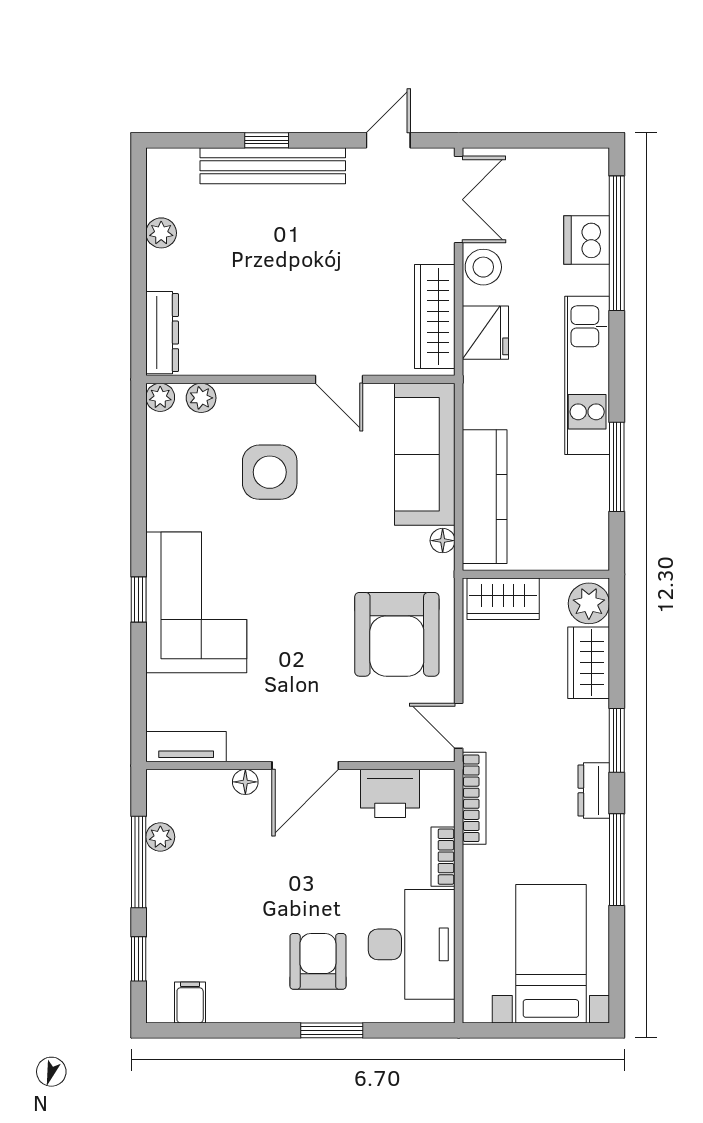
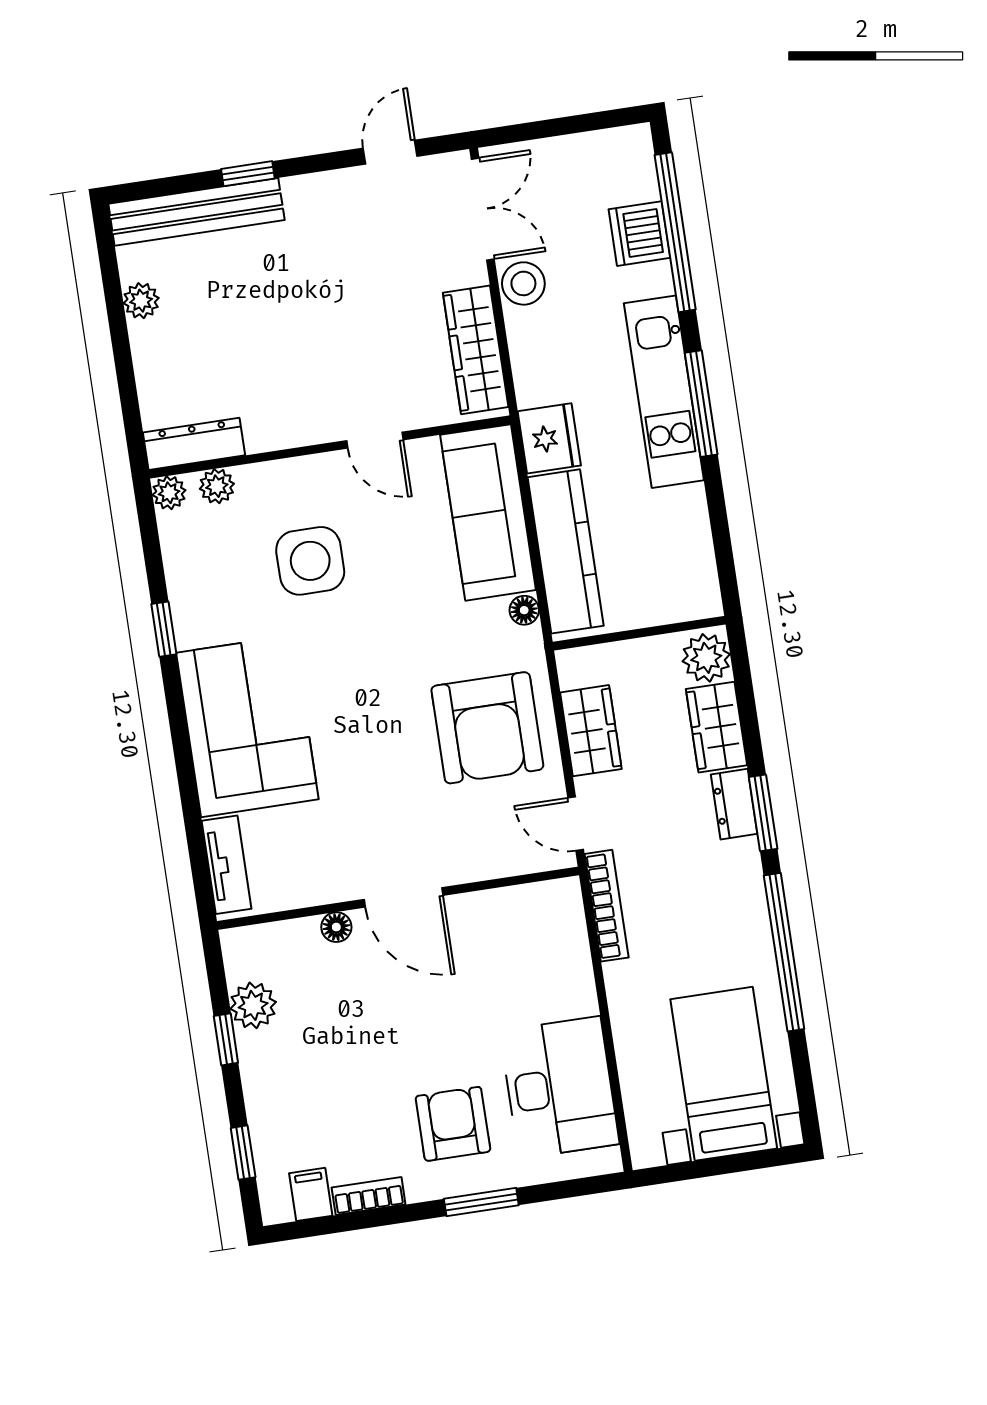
bench: (273, 166) -> (196, 212), moved
dresser: (162, 333) -> (194, 444), moved, turned -90
fridge: (485, 333) -> (549, 438), moved
window: (617, 467) -> (701, 404), moved
window: (139, 599) -> (164, 629), moved
wardrobe: (503, 599) -> (591, 731), moved, turned -90
tv unit: (186, 747) -> (227, 865), moved, turned 90
door: (305, 766) -> (403, 897), hinge flipped
dresser: (594, 790) -> (734, 804), moved
printer: (390, 793) -> (507, 915), removed
plant: (160, 837) -> (253, 1005), width x1.38, depth x1.38
bookcase: (443, 857) -> (369, 1196), moved, turned 90
window: (617, 860) -> (784, 952), width x1.46
window: (139, 862) -> (226, 1039), width x0.46

